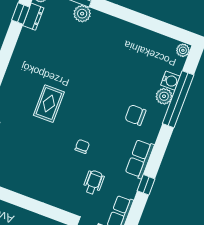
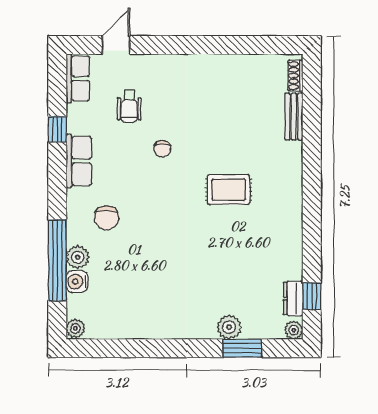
rug: (49, 104) -> (229, 190), turned 90
chair: (135, 115) -> (107, 218), turned 90

